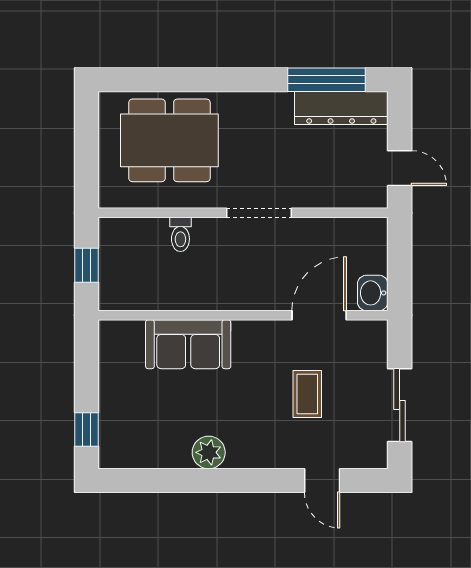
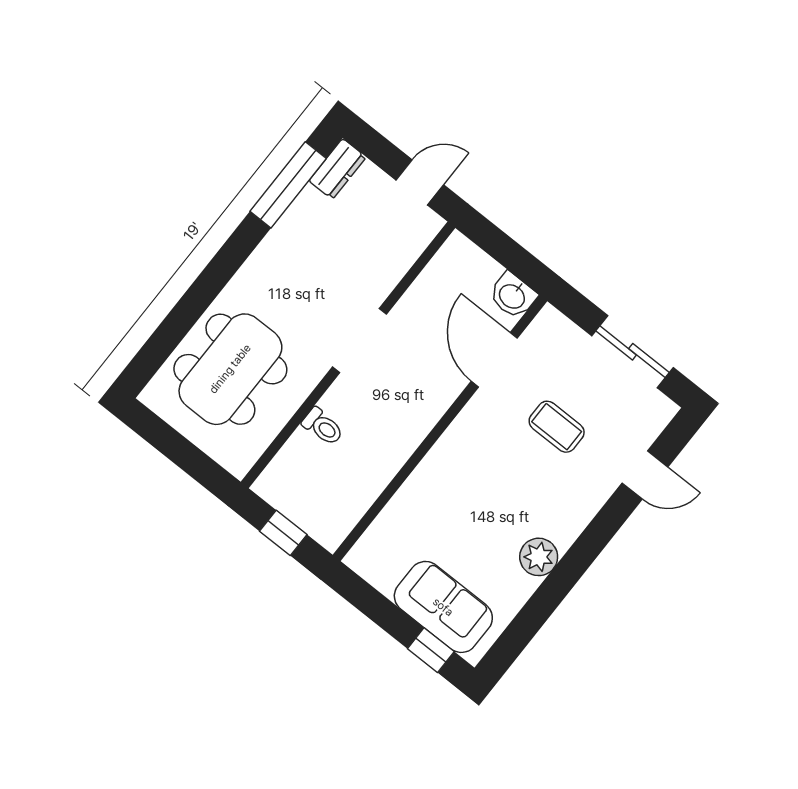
dresser: (341, 108) -> (338, 169), width x0.51, depth x0.80
sofa: (188, 344) -> (443, 607), moved, turned -90

